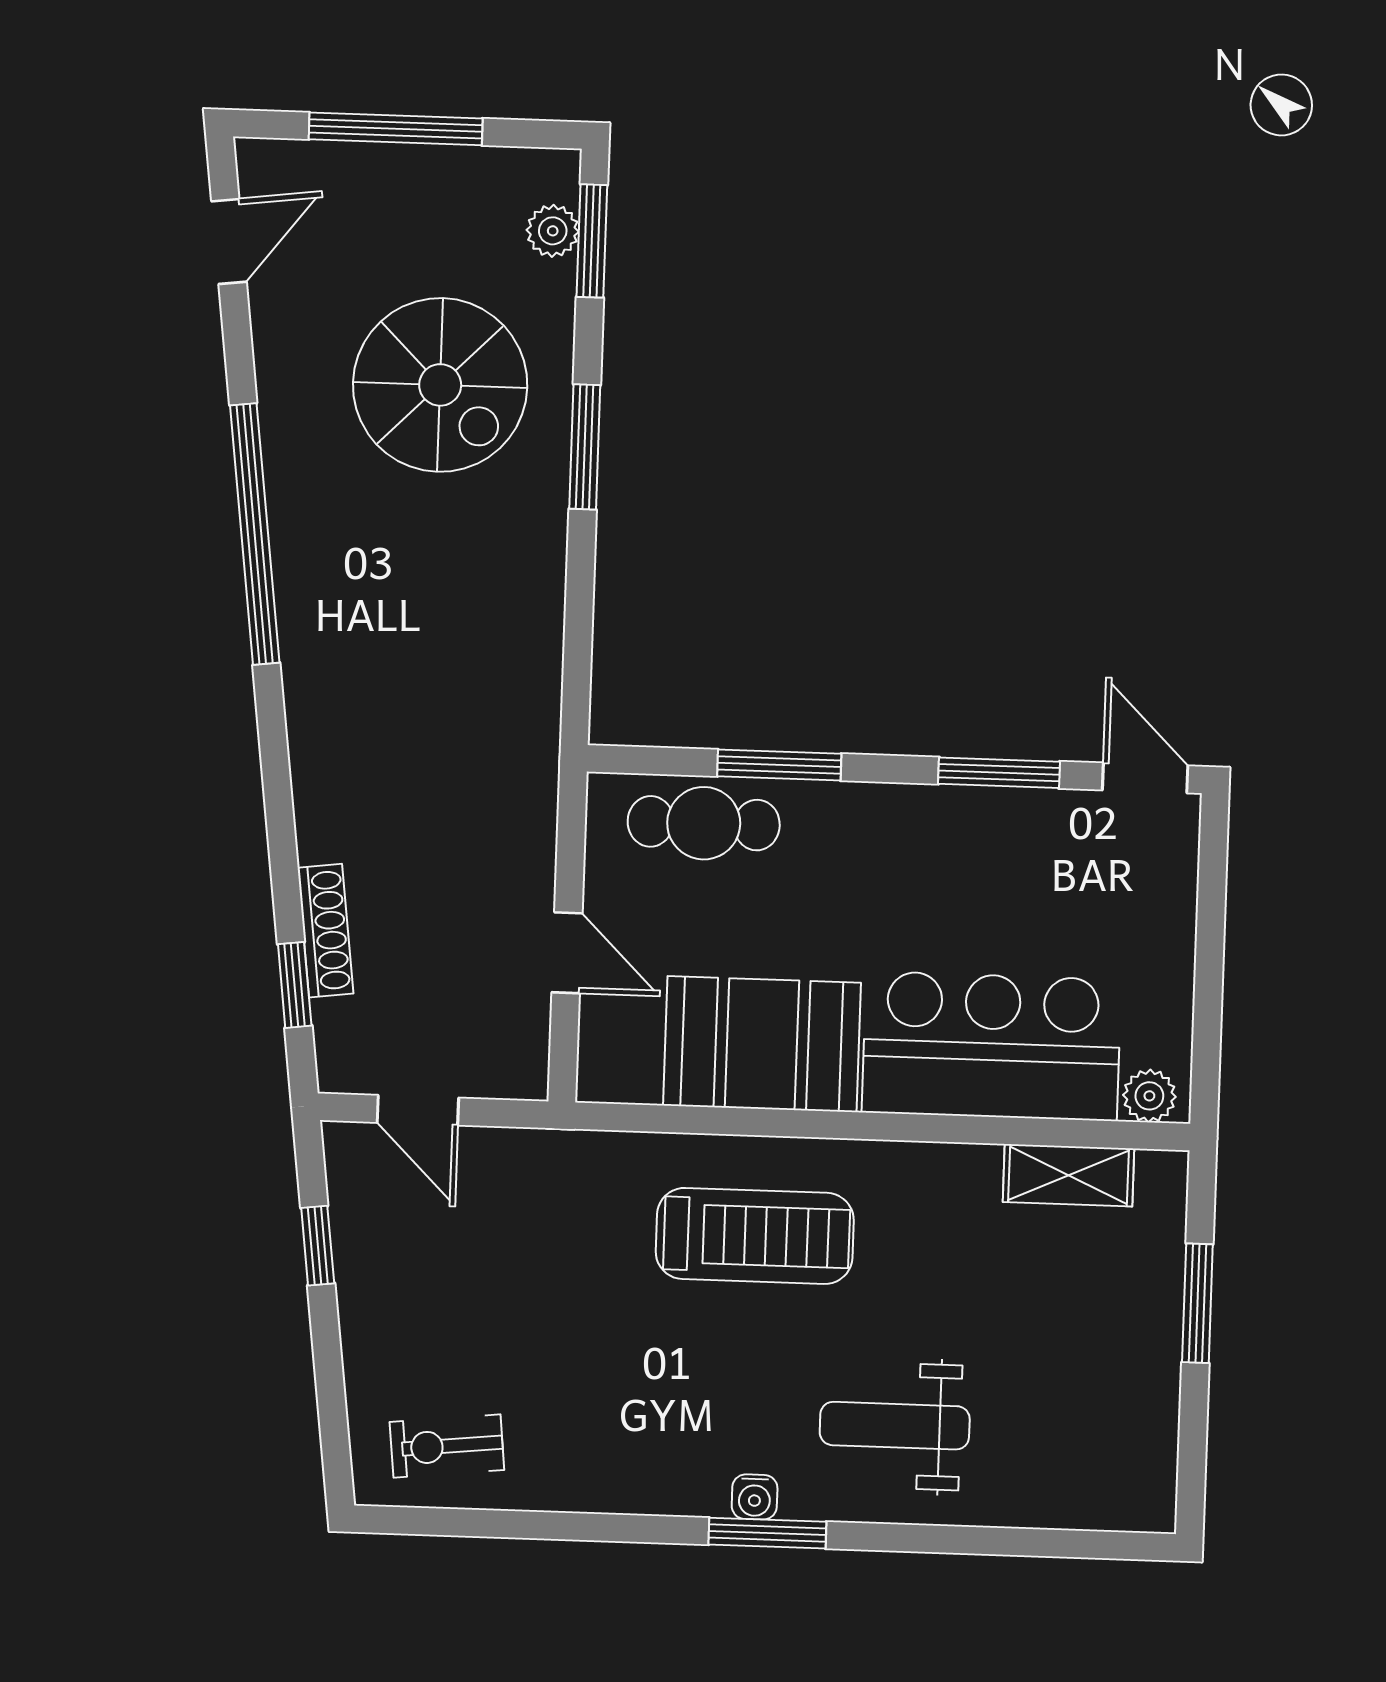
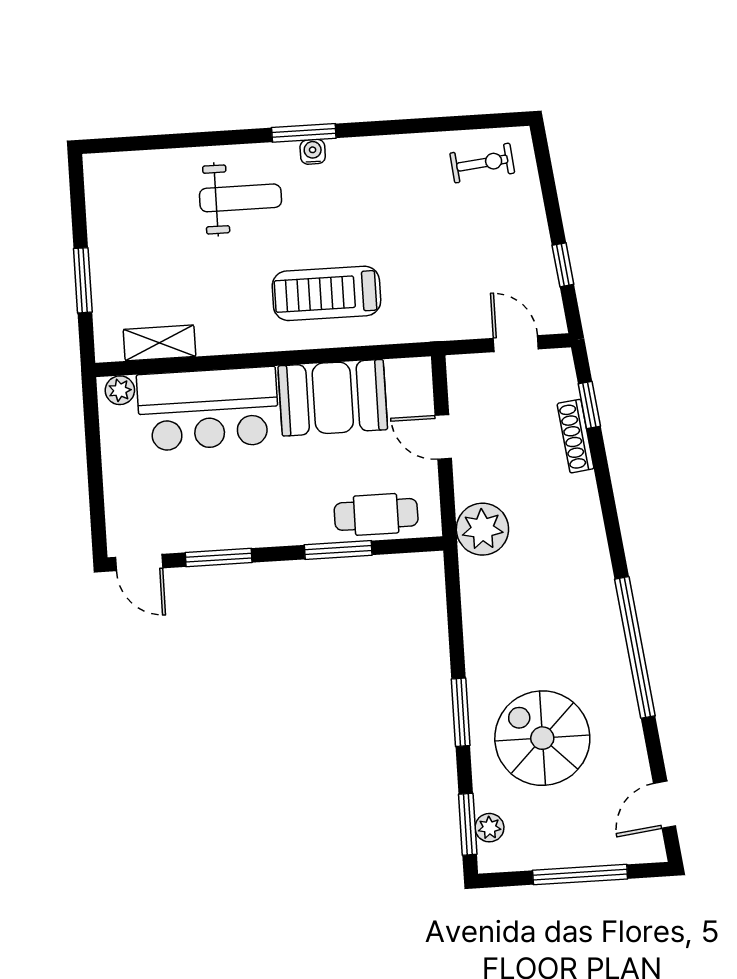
plant: (512, 777) -> (482, 529), added

